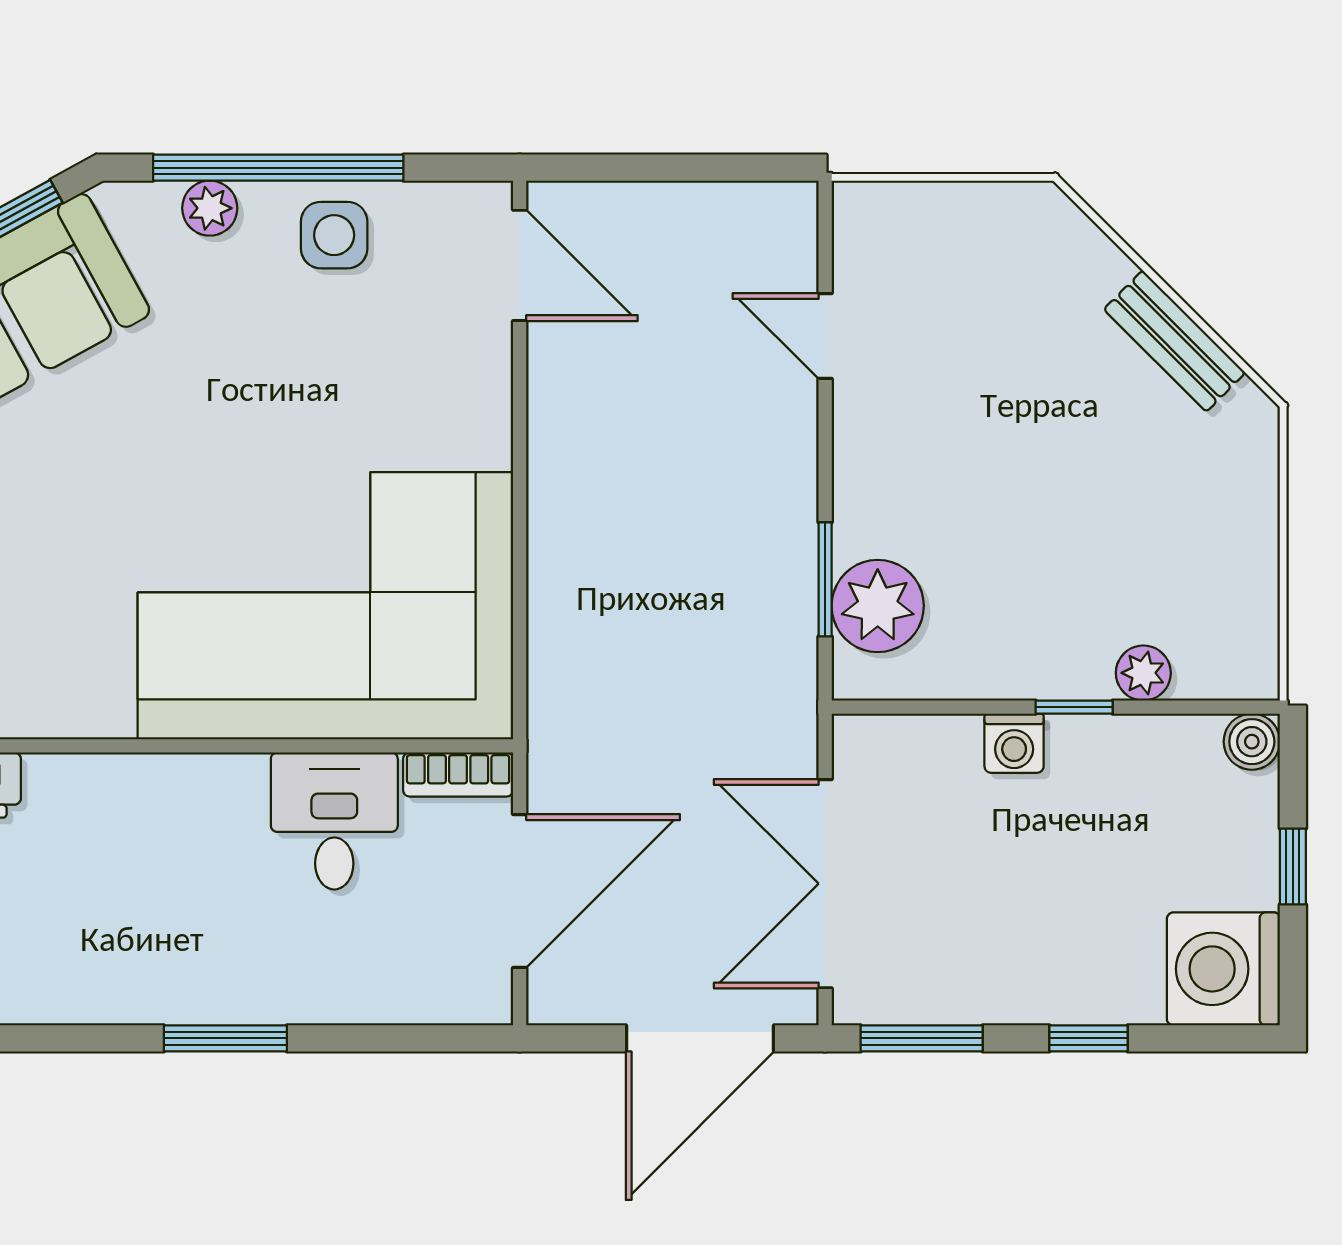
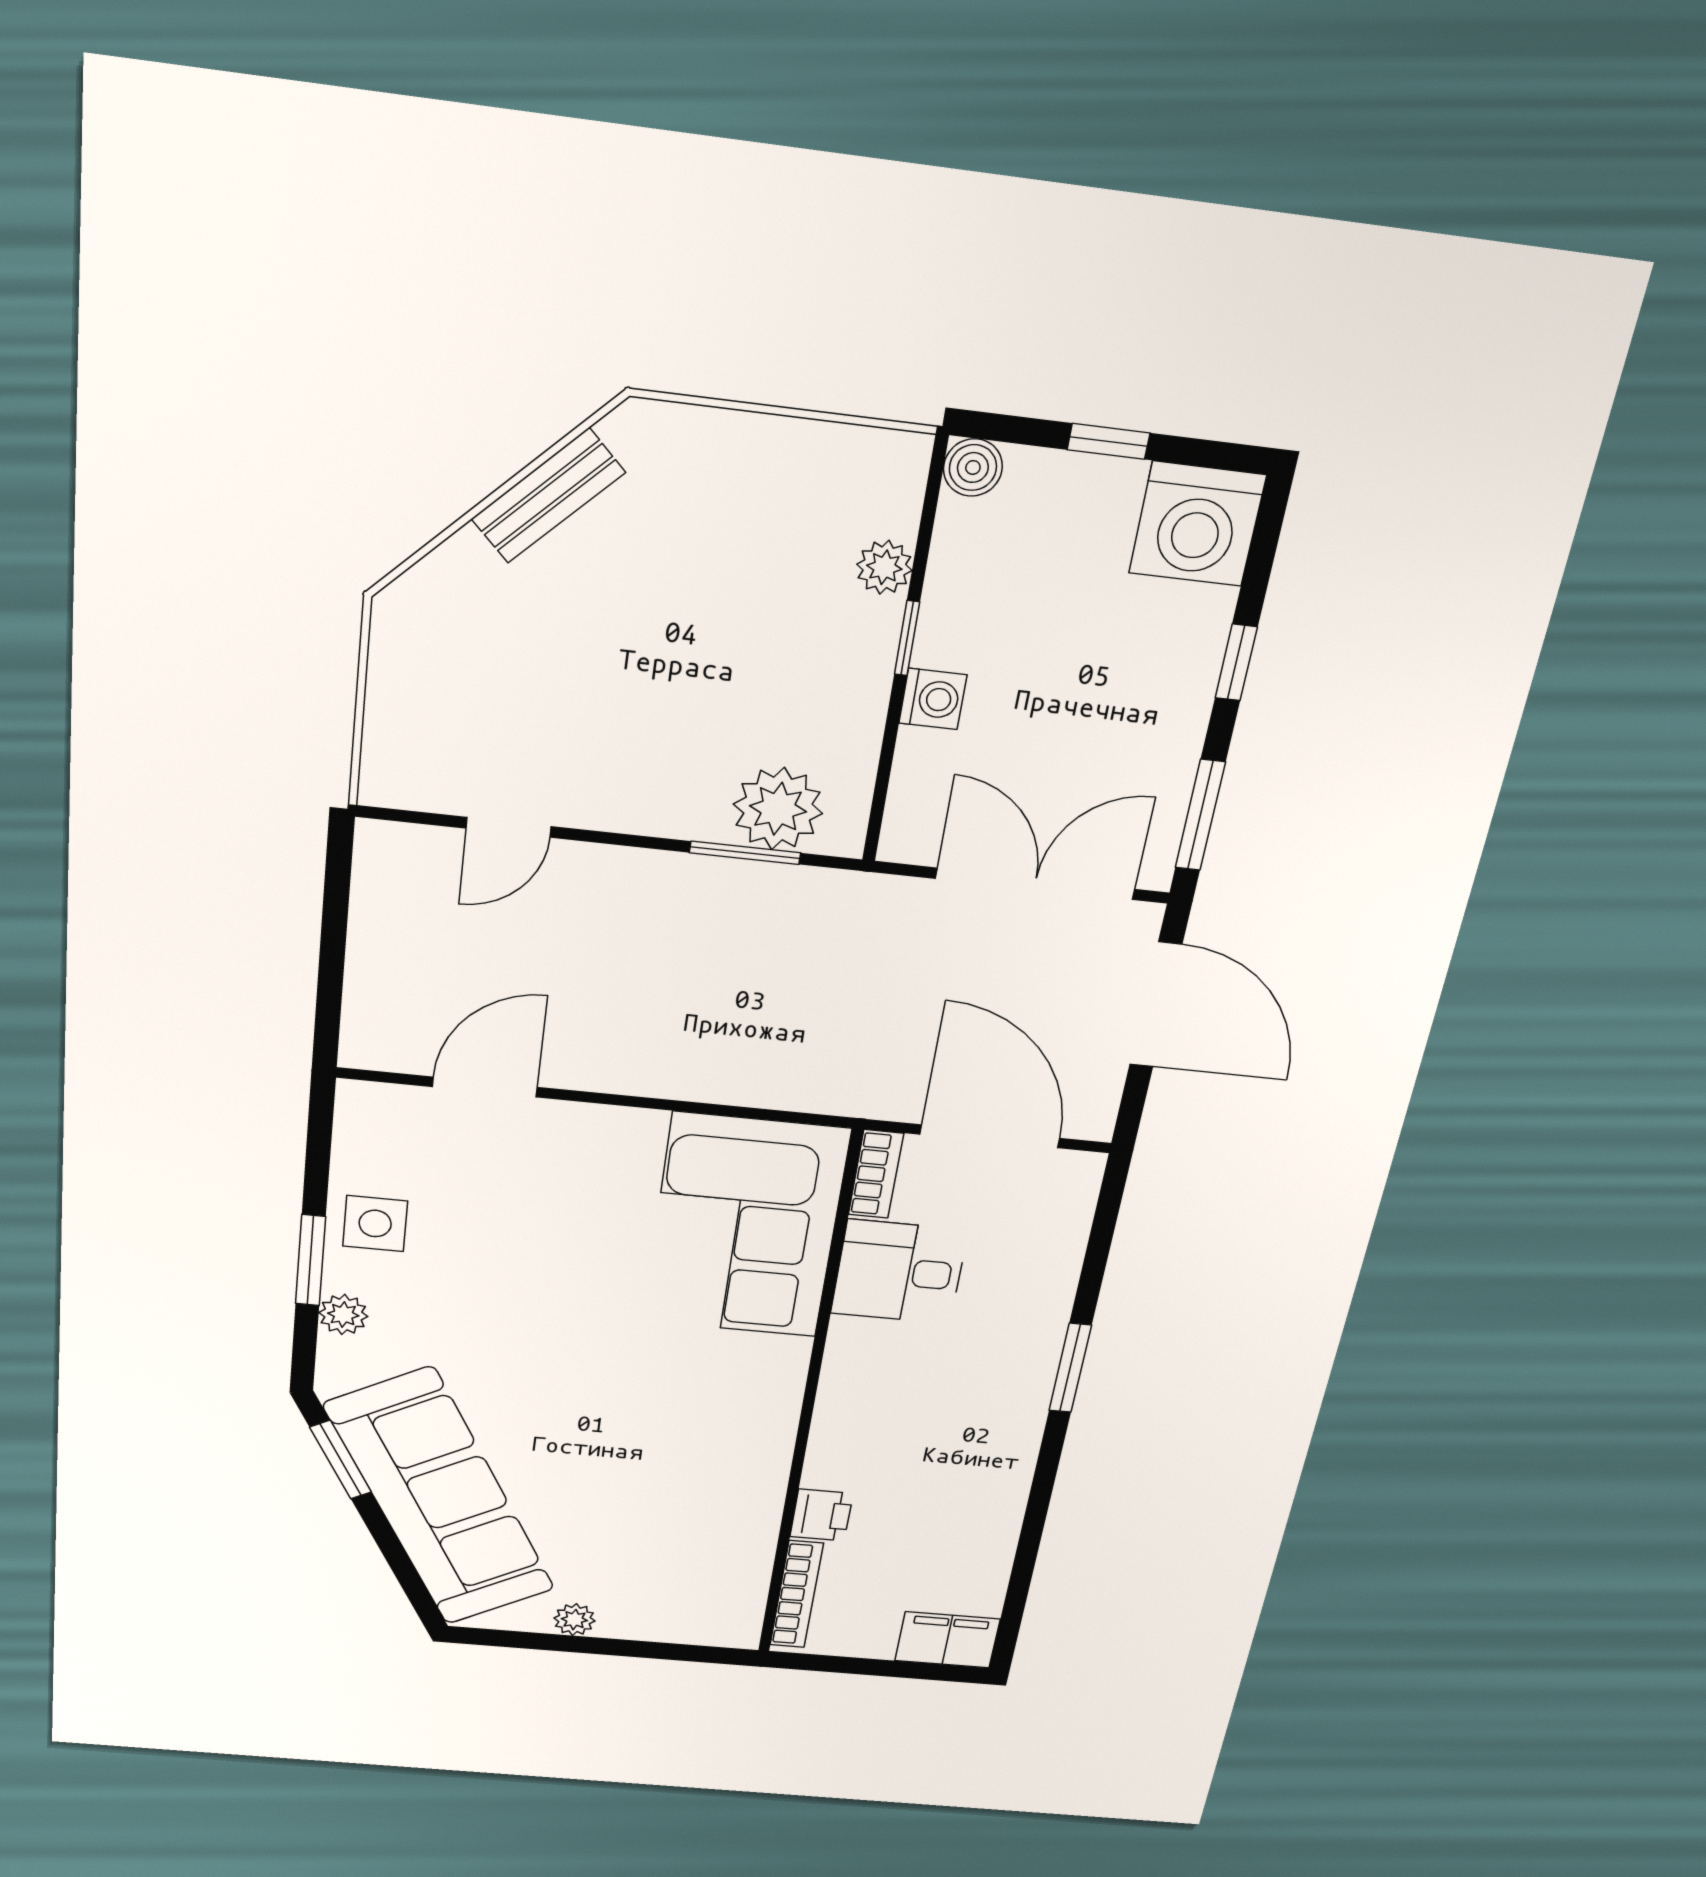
window: (278, 168) -> (311, 1260), width x0.47
door: (520, 265) -> (485, 1087), moved
corner sofa: (325, 606) -> (745, 1226), width x0.73, depth x0.74
double door: (825, 884) -> (1035, 884), swing flipped

